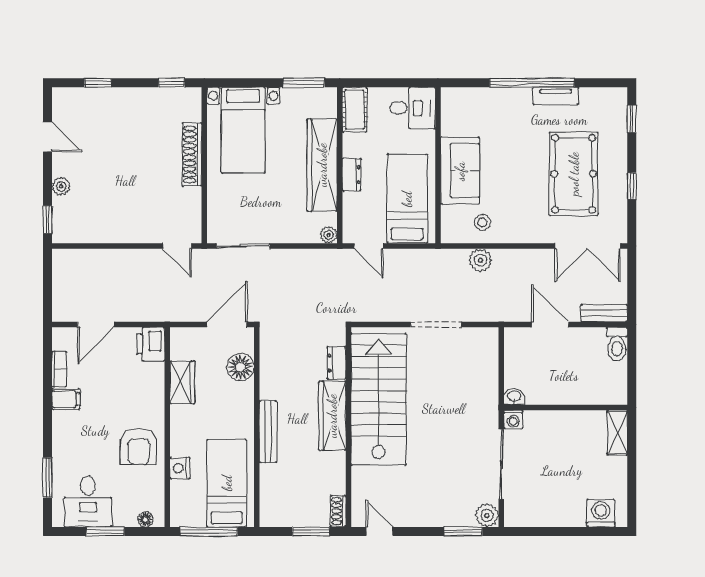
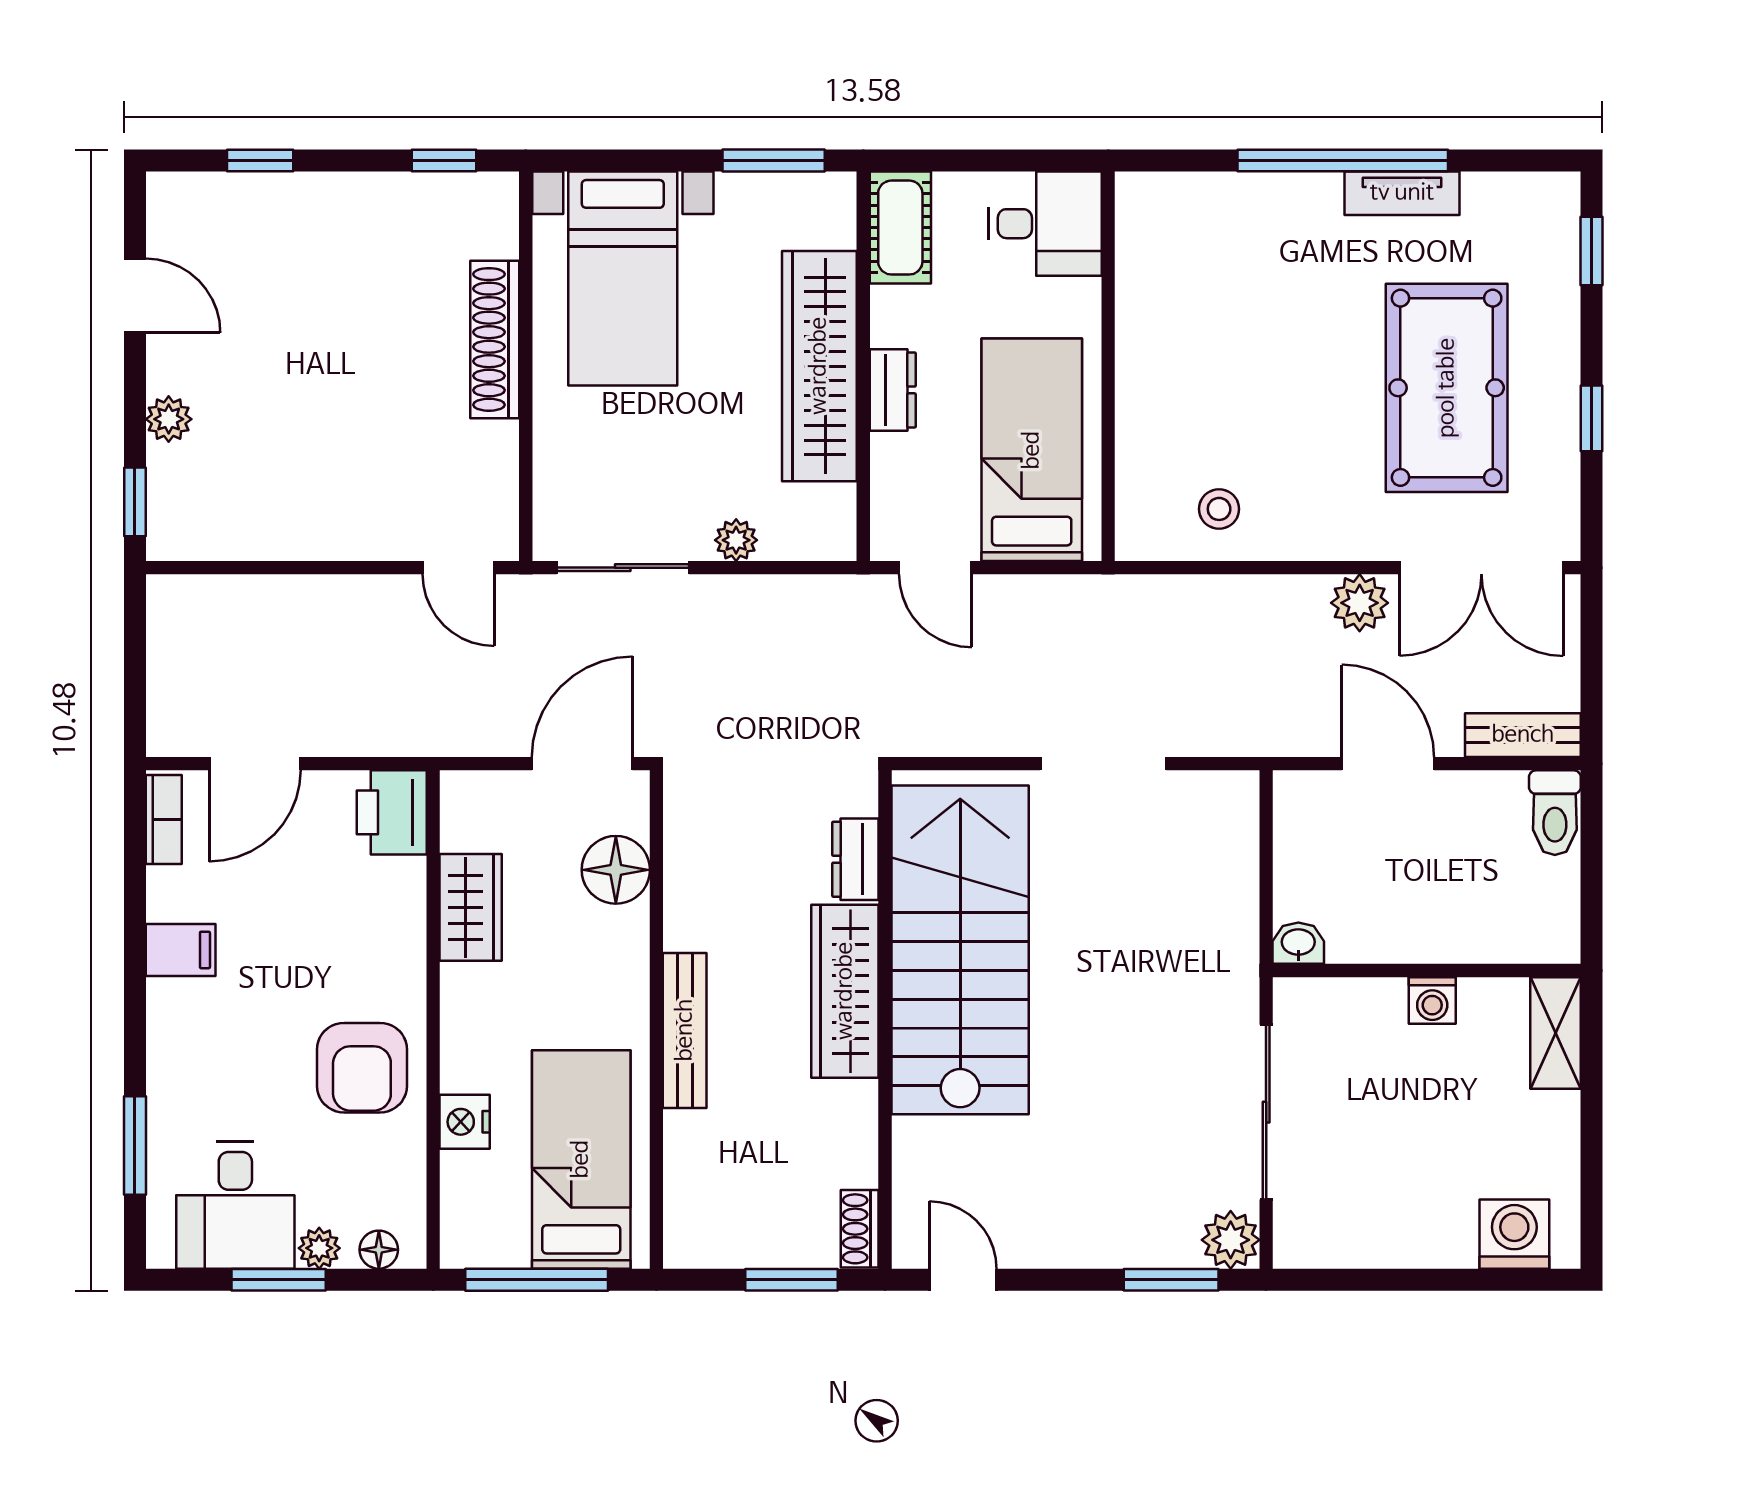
sofa: (460, 171) -> (1163, 380), removed
plant: (329, 235) -> (736, 540), moved
plant: (480, 260) -> (1360, 603), moved
bookcase: (59, 369) -> (164, 819), moved
washing machine: (513, 419) -> (1432, 1000), moved
plant: (122, 519) -> (319, 1248), added

